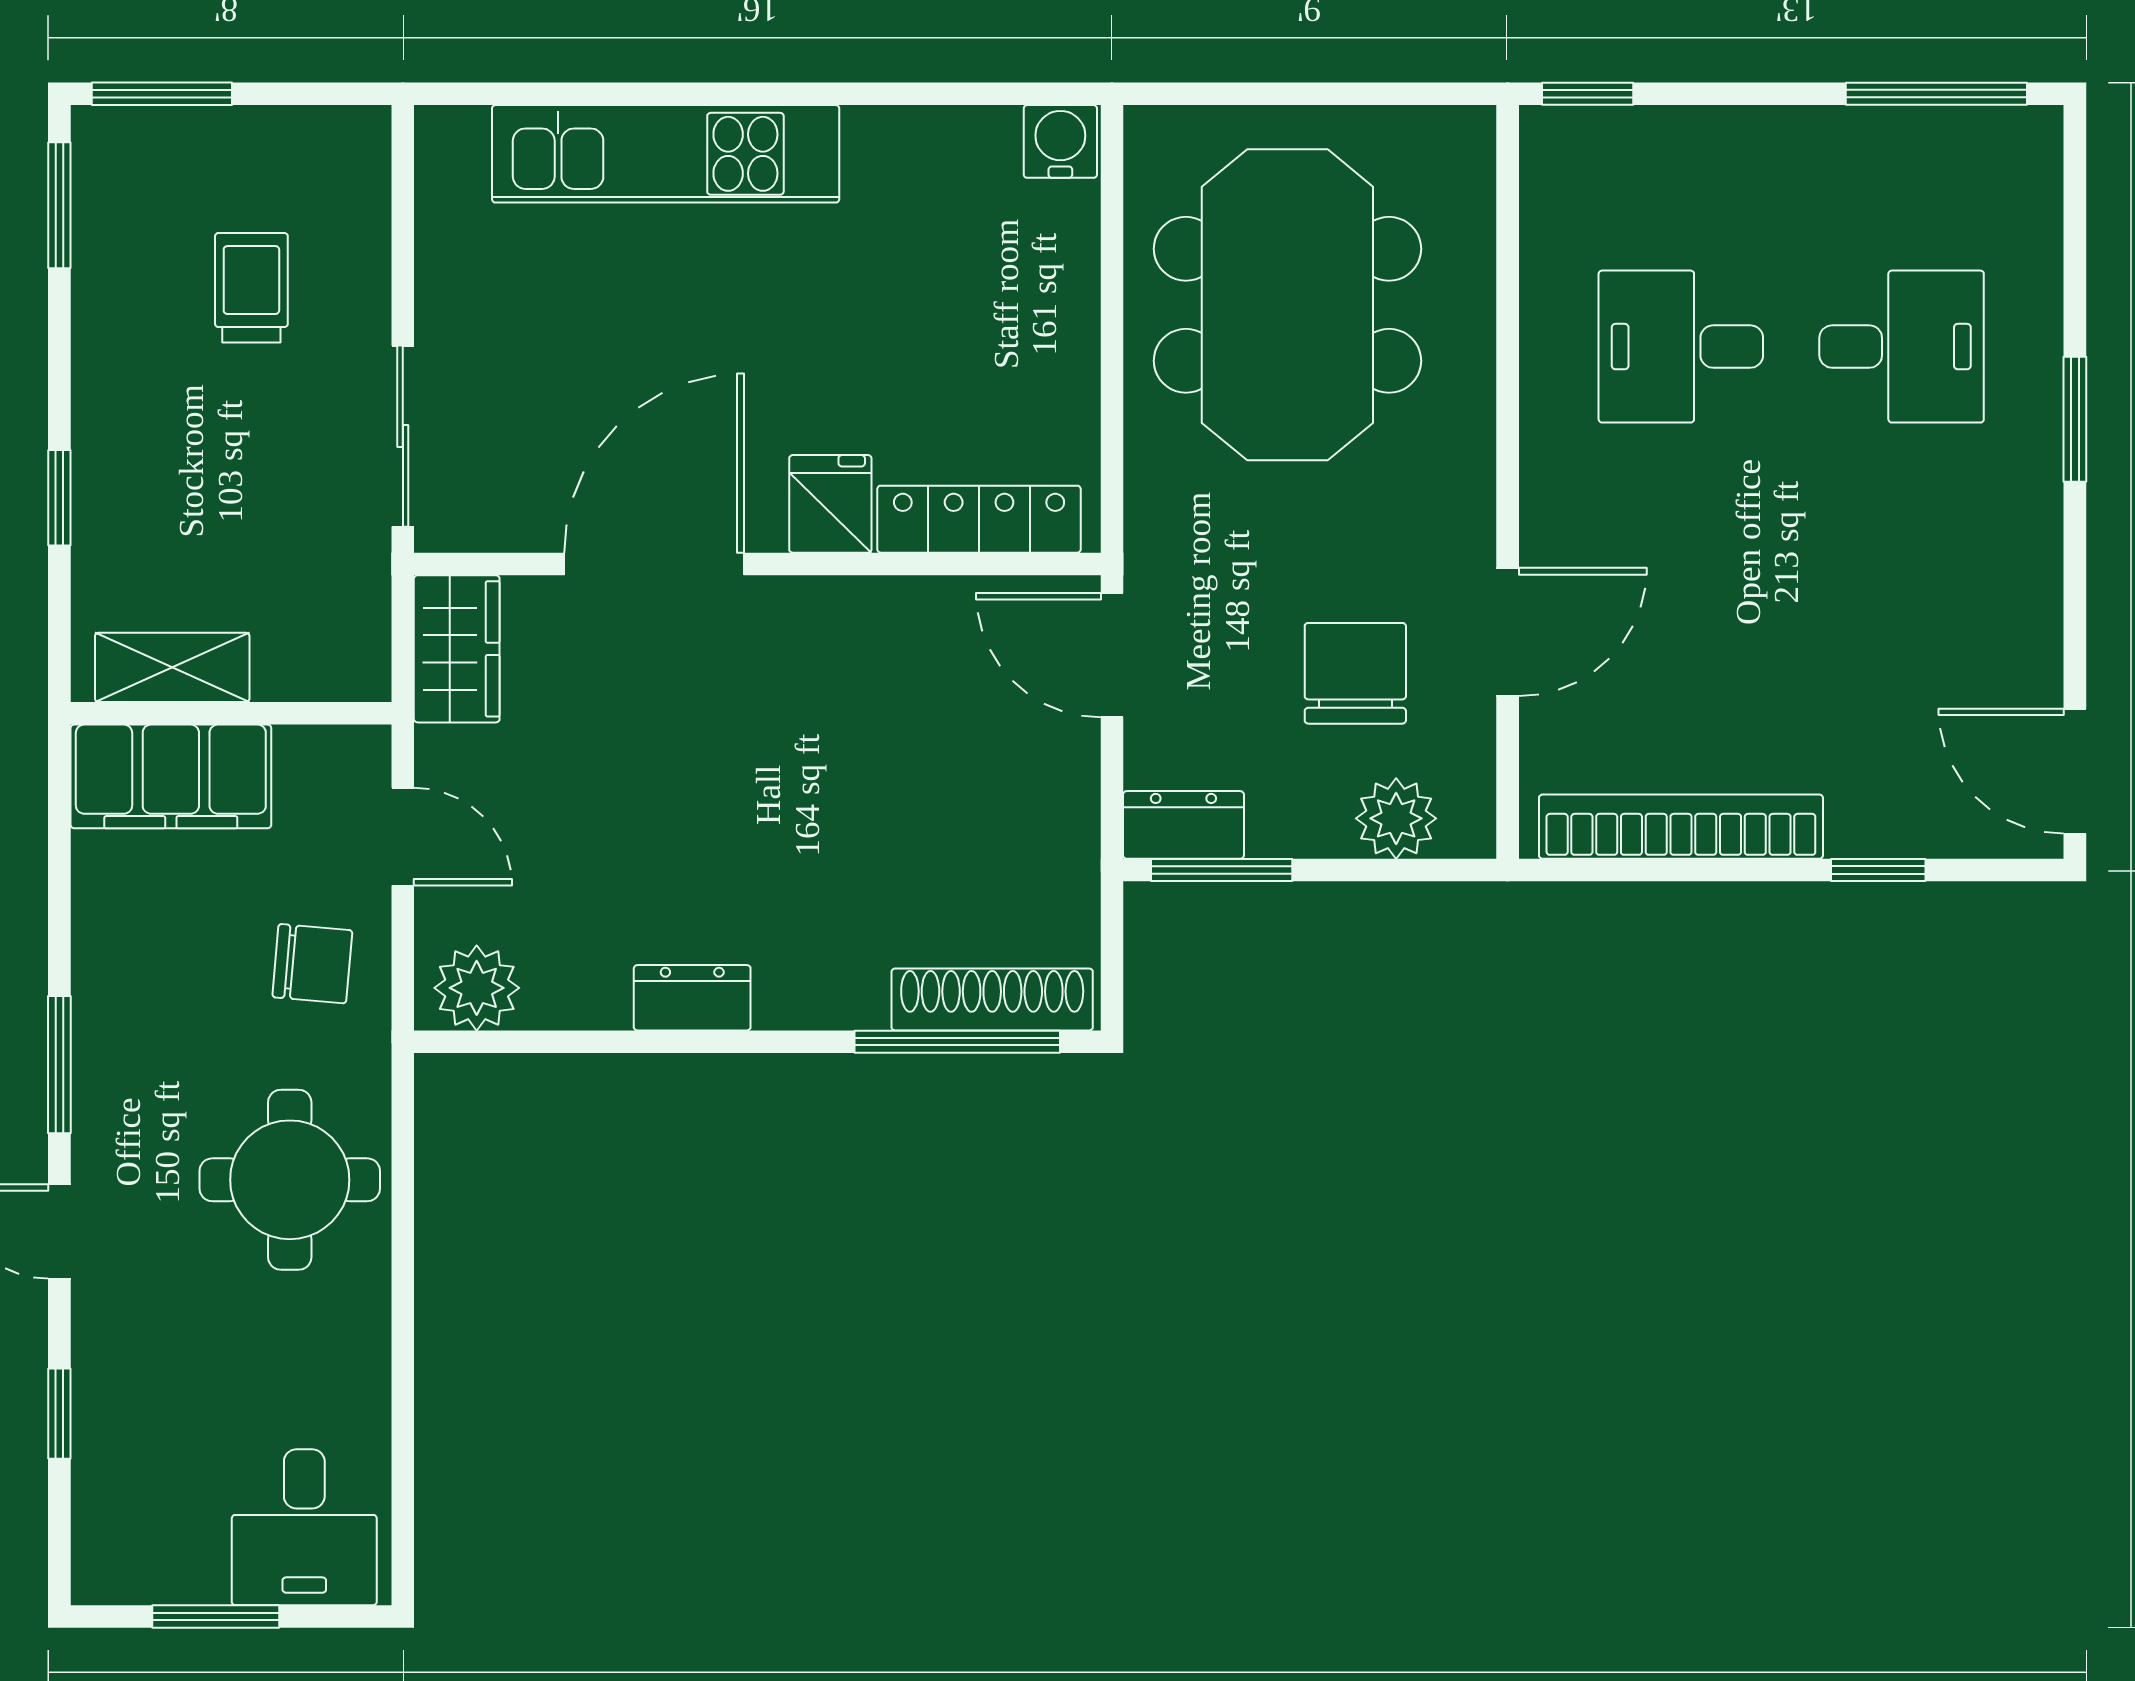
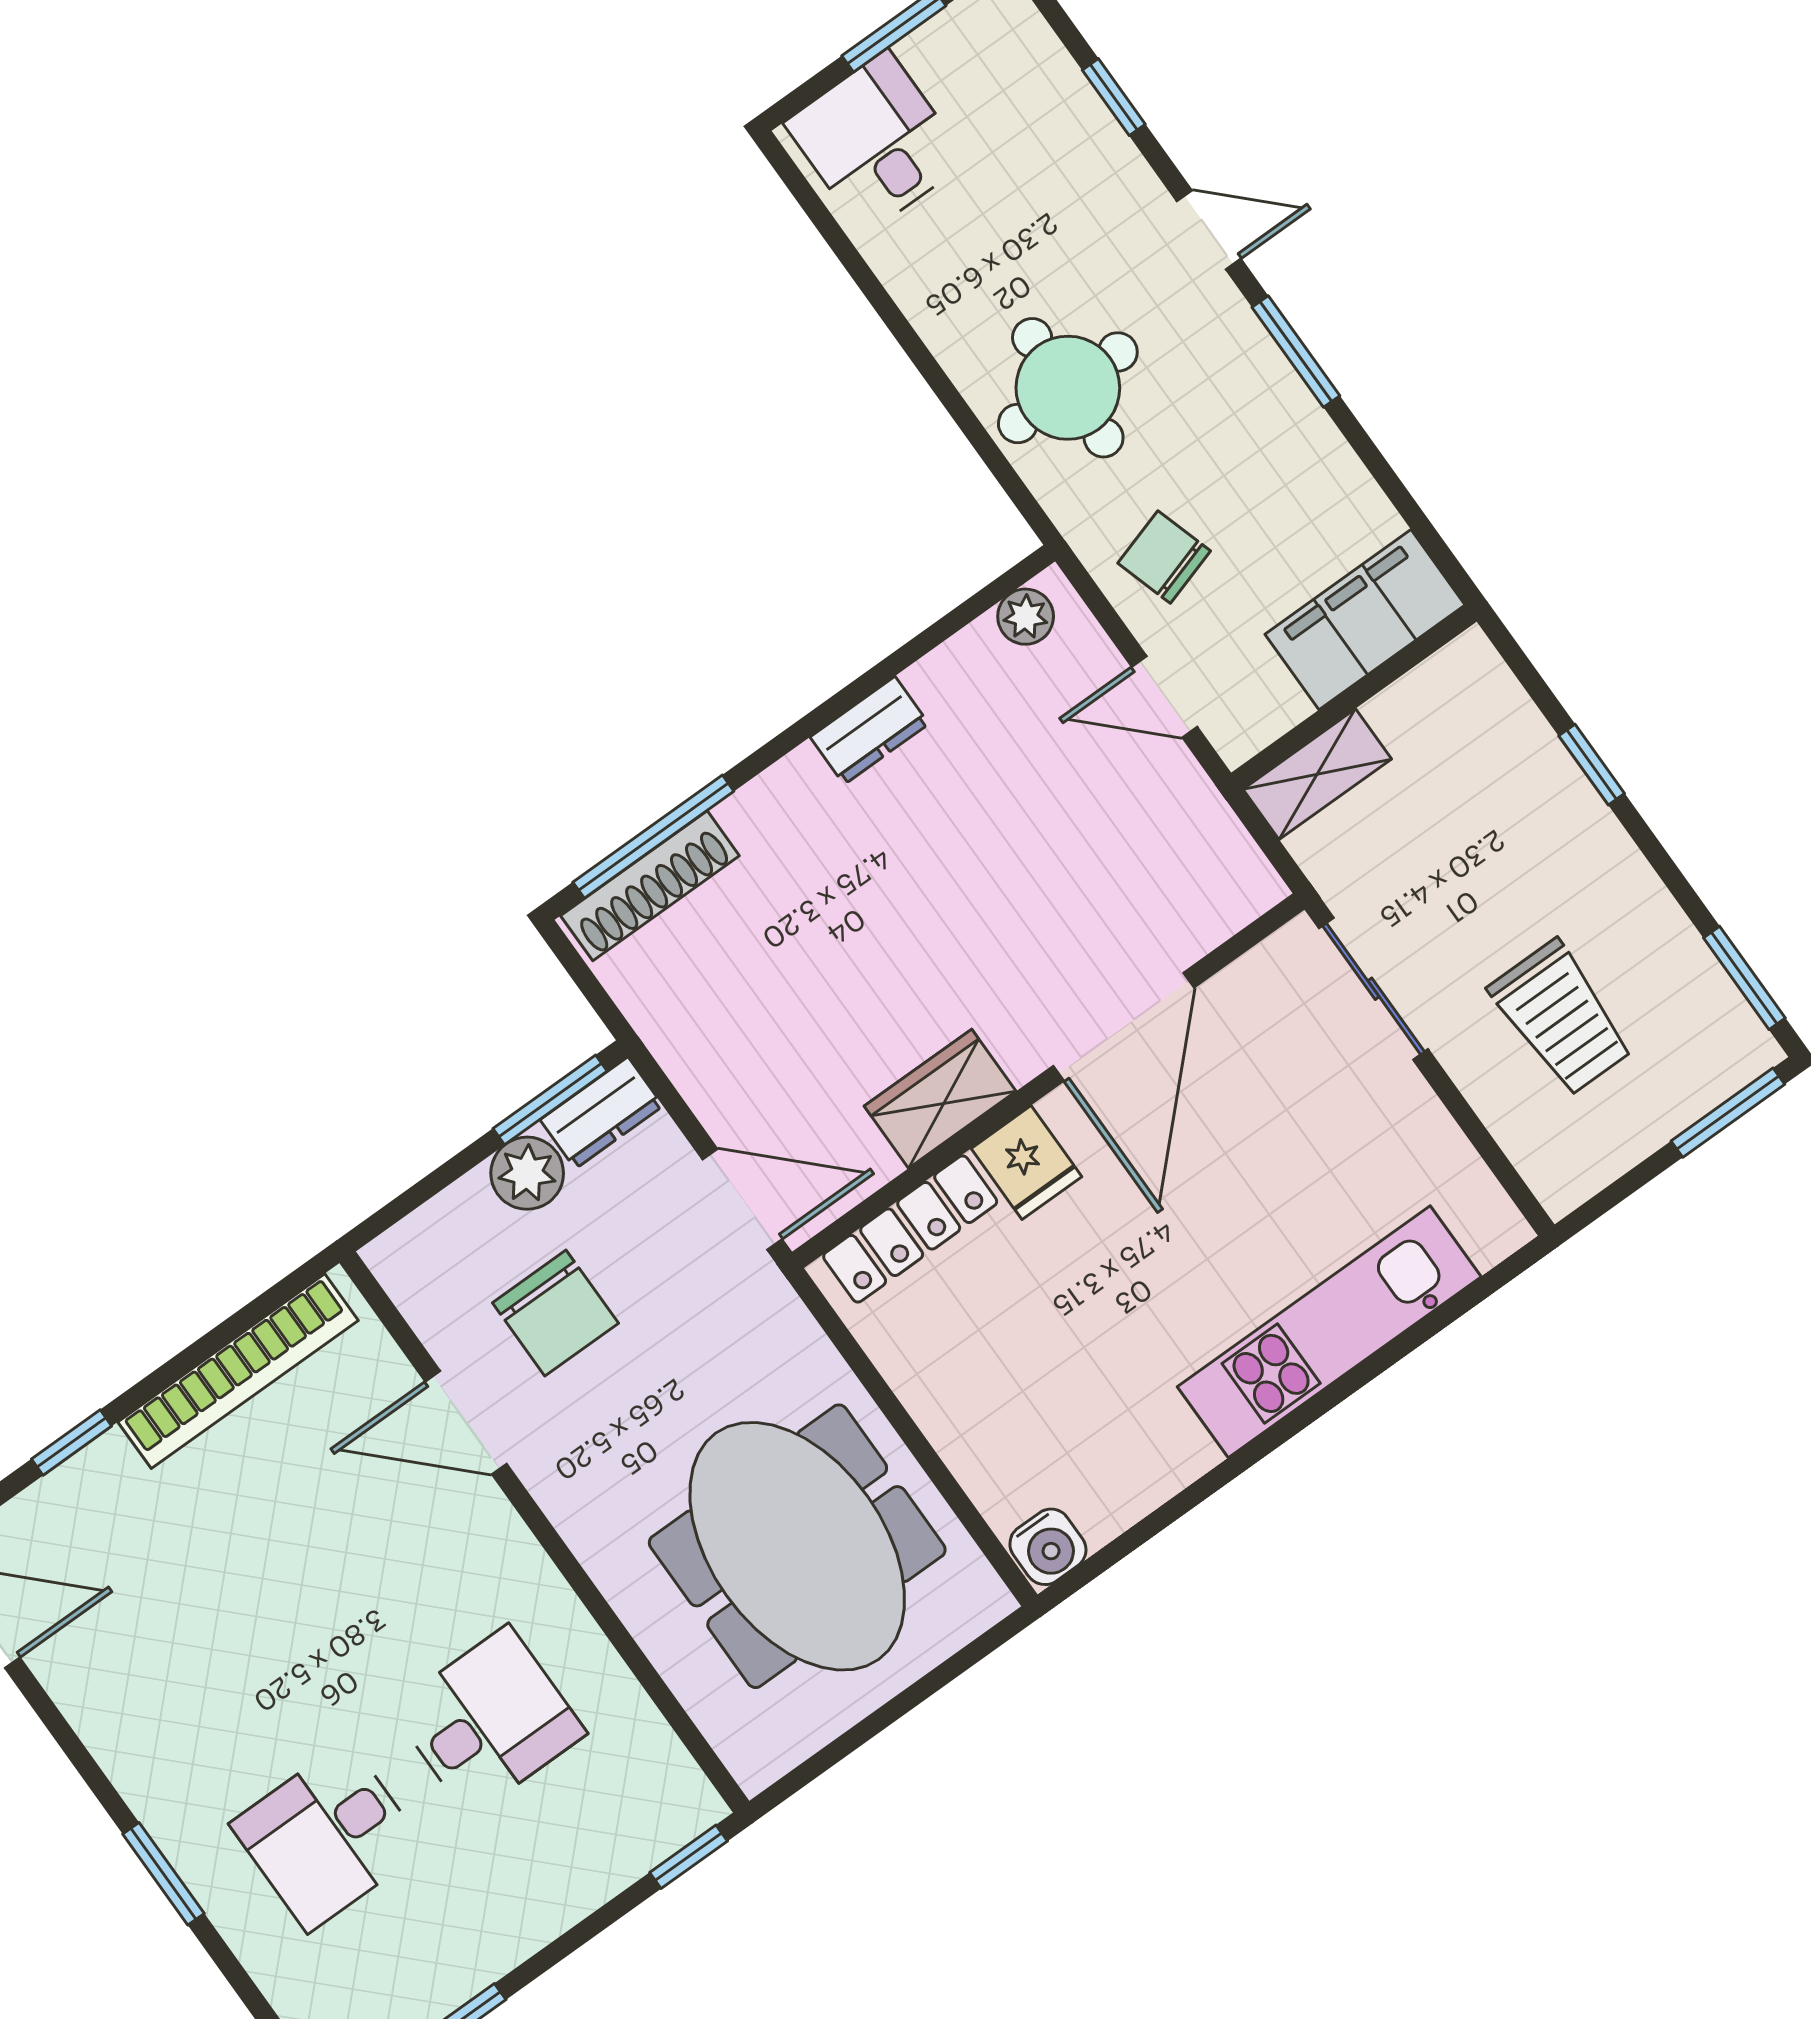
trolley: (251, 288) -> (1561, 1018), width x1.36, depth x1.39
door: (1508, 632) -> (466, 1423), hinge flipped
wardrobe: (457, 649) -> (940, 1099), moved, turned 90
shelving: (172, 667) -> (1317, 774), moved
plant: (1396, 818) -> (527, 1173), moved
chair: (312, 964) -> (1164, 557), turned 68
plant: (477, 988) -> (1026, 617), width x0.73, depth x0.73

